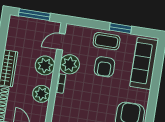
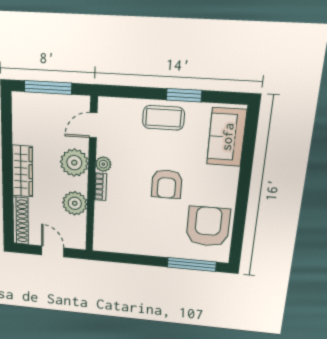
plant: (70, 64) -> (103, 164), width x0.53, depth x0.53
sofa: (144, 64) -> (227, 137), width x0.73
armchair: (104, 67) -> (167, 184), moved

